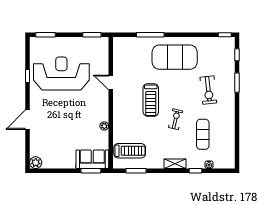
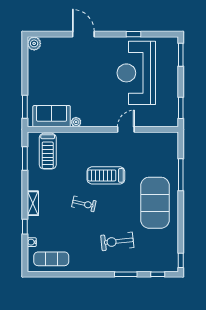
reception desk: (61, 73) -> (136, 73), turned 180
exercise mat: (203, 134) -> (51, 259), moved
sofa: (92, 159) -> (52, 116), moved, turned -90

